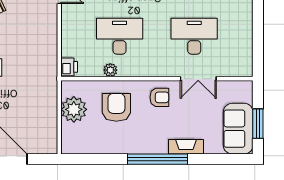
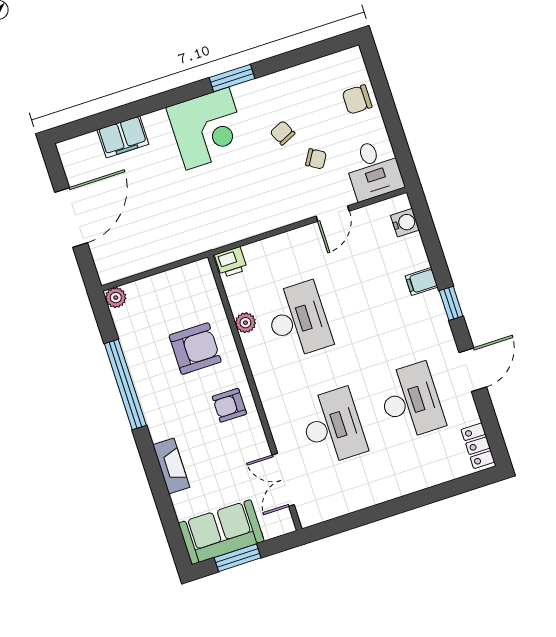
double door: (198, 79) -> (283, 480), moved
armchair: (159, 97) -> (229, 405), turned 90
plant: (74, 109) -> (116, 298), moved, width x0.53, depth x0.53
window: (158, 159) -> (125, 385), moved

